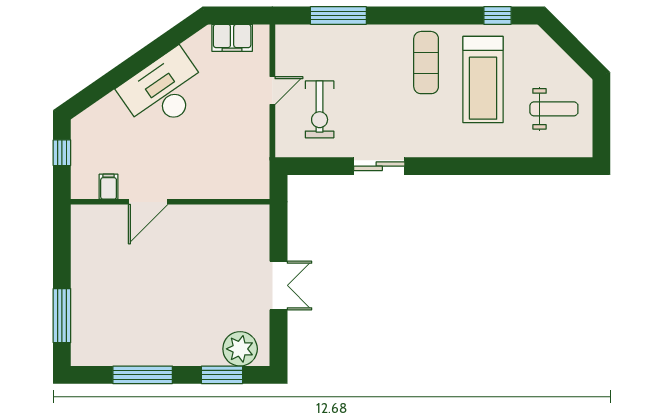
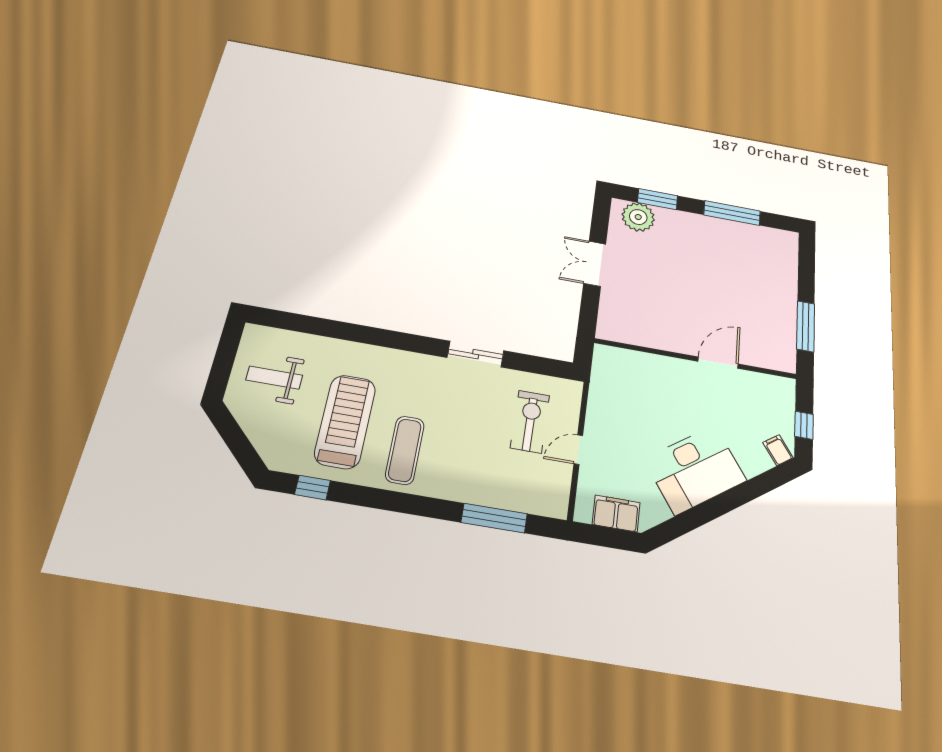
filing cabinet: (109, 187) -> (778, 450), moved, turned 145
window: (62, 316) -> (806, 326), moved

